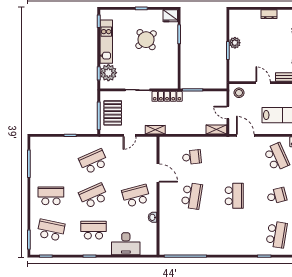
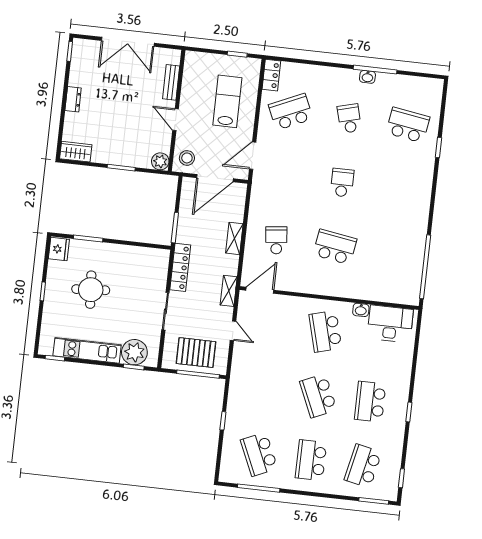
wardrobe: (235, 20) -> (76, 152), added
round table: (146, 40) -> (91, 290), turned 36
plant: (235, 43) -> (160, 161), moved
door: (263, 83) -> (176, 120), hinge flipped
door: (228, 112) -> (215, 178), width x1.87
shelving: (216, 130) -> (234, 238), moved
school desk: (93, 161) -> (259, 454), moved
door: (158, 173) -> (260, 290), moved
school desk: (234, 196) -> (342, 183), width x0.54
desk: (126, 244) -> (390, 324), moved, turned -90

